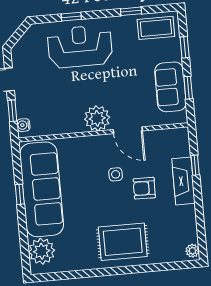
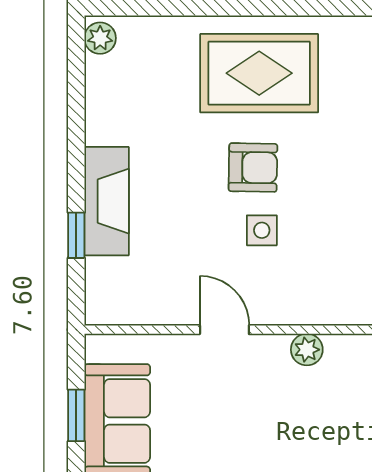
plant: (97, 118) -> (307, 350), width x0.53, depth x0.53
door: (128, 130) -> (224, 330), width x0.73
armchair: (144, 188) -> (253, 168), moved

